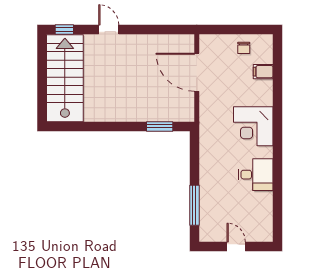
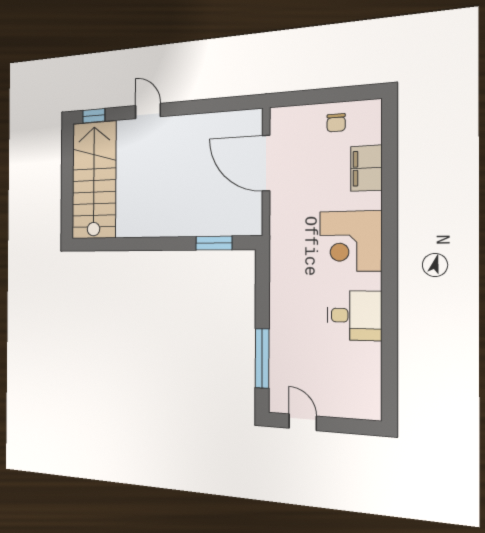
filing cabinet: (263, 72) -> (366, 168), width x2.00
door: (236, 246) -> (303, 422), moved

